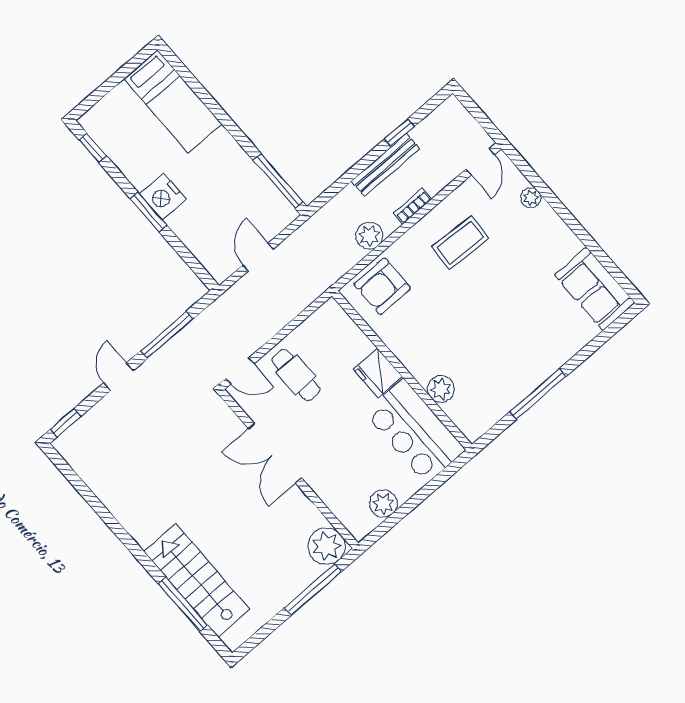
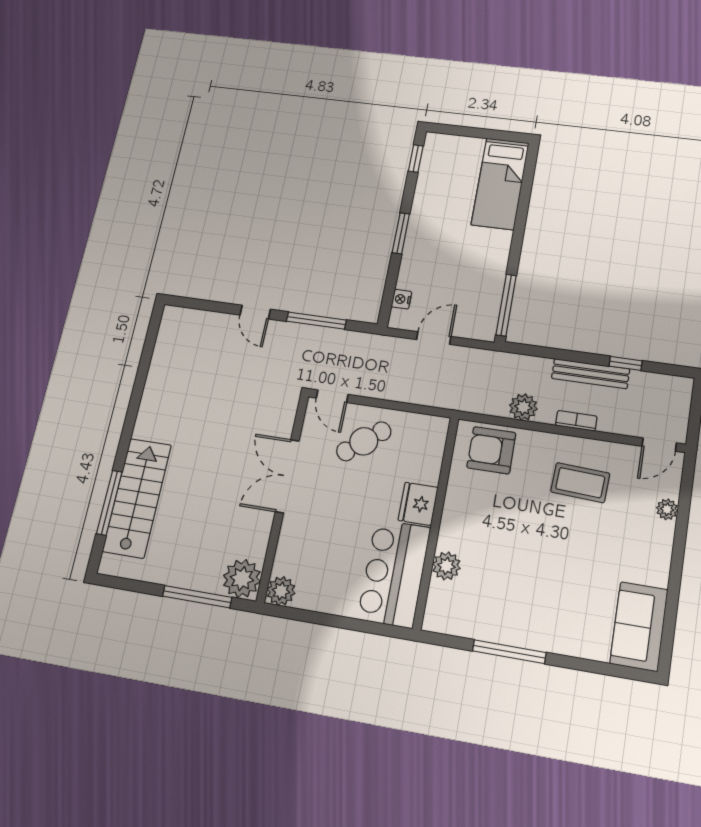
nightstand: (163, 197) -> (402, 299), moved, width x0.53, depth x0.56
cafe table: (296, 375) -> (364, 441), turned 51
door: (118, 377) -> (255, 312), swing flipped
window: (66, 423) -> (189, 303), removed
plant: (383, 504) -> (281, 591), moved

